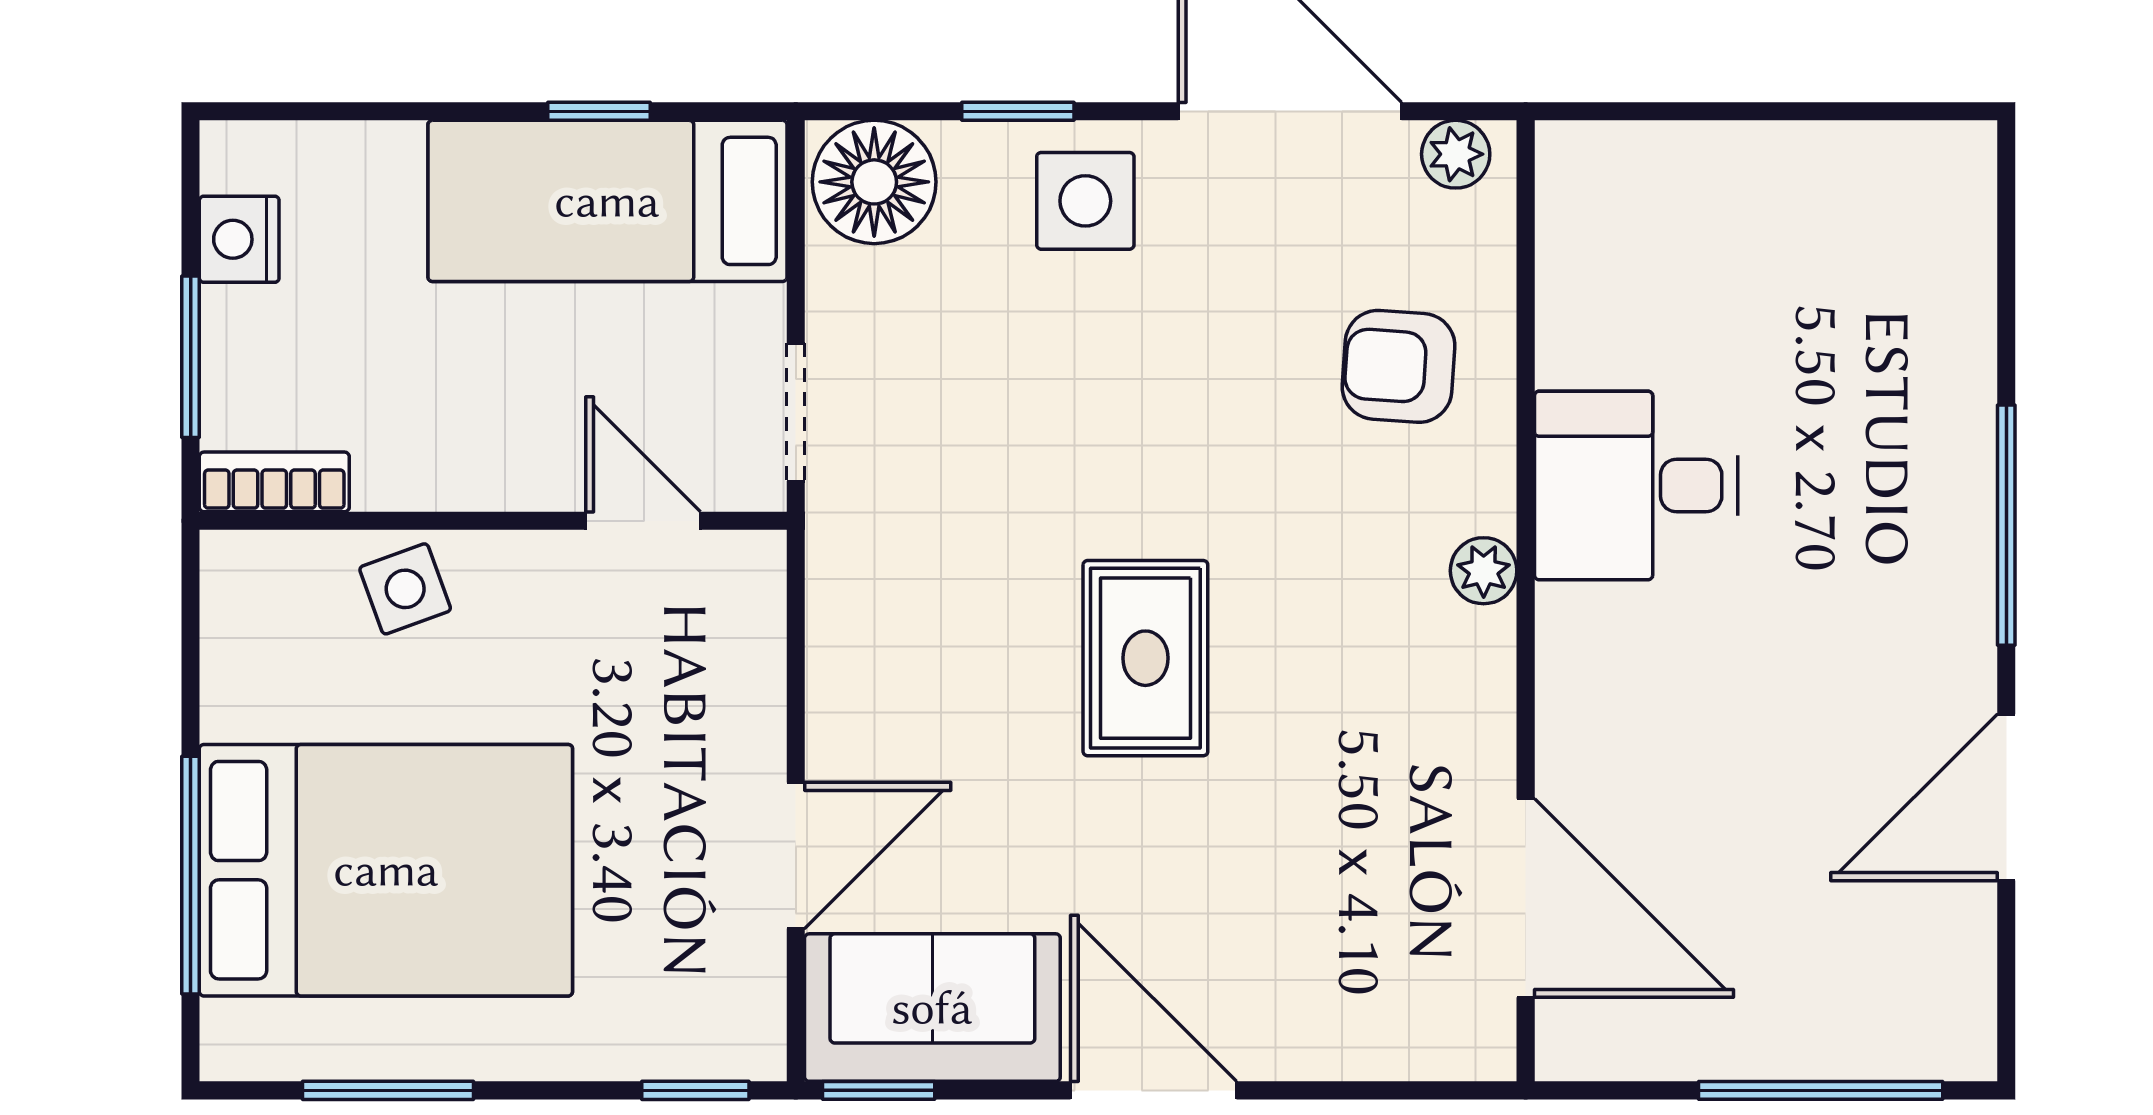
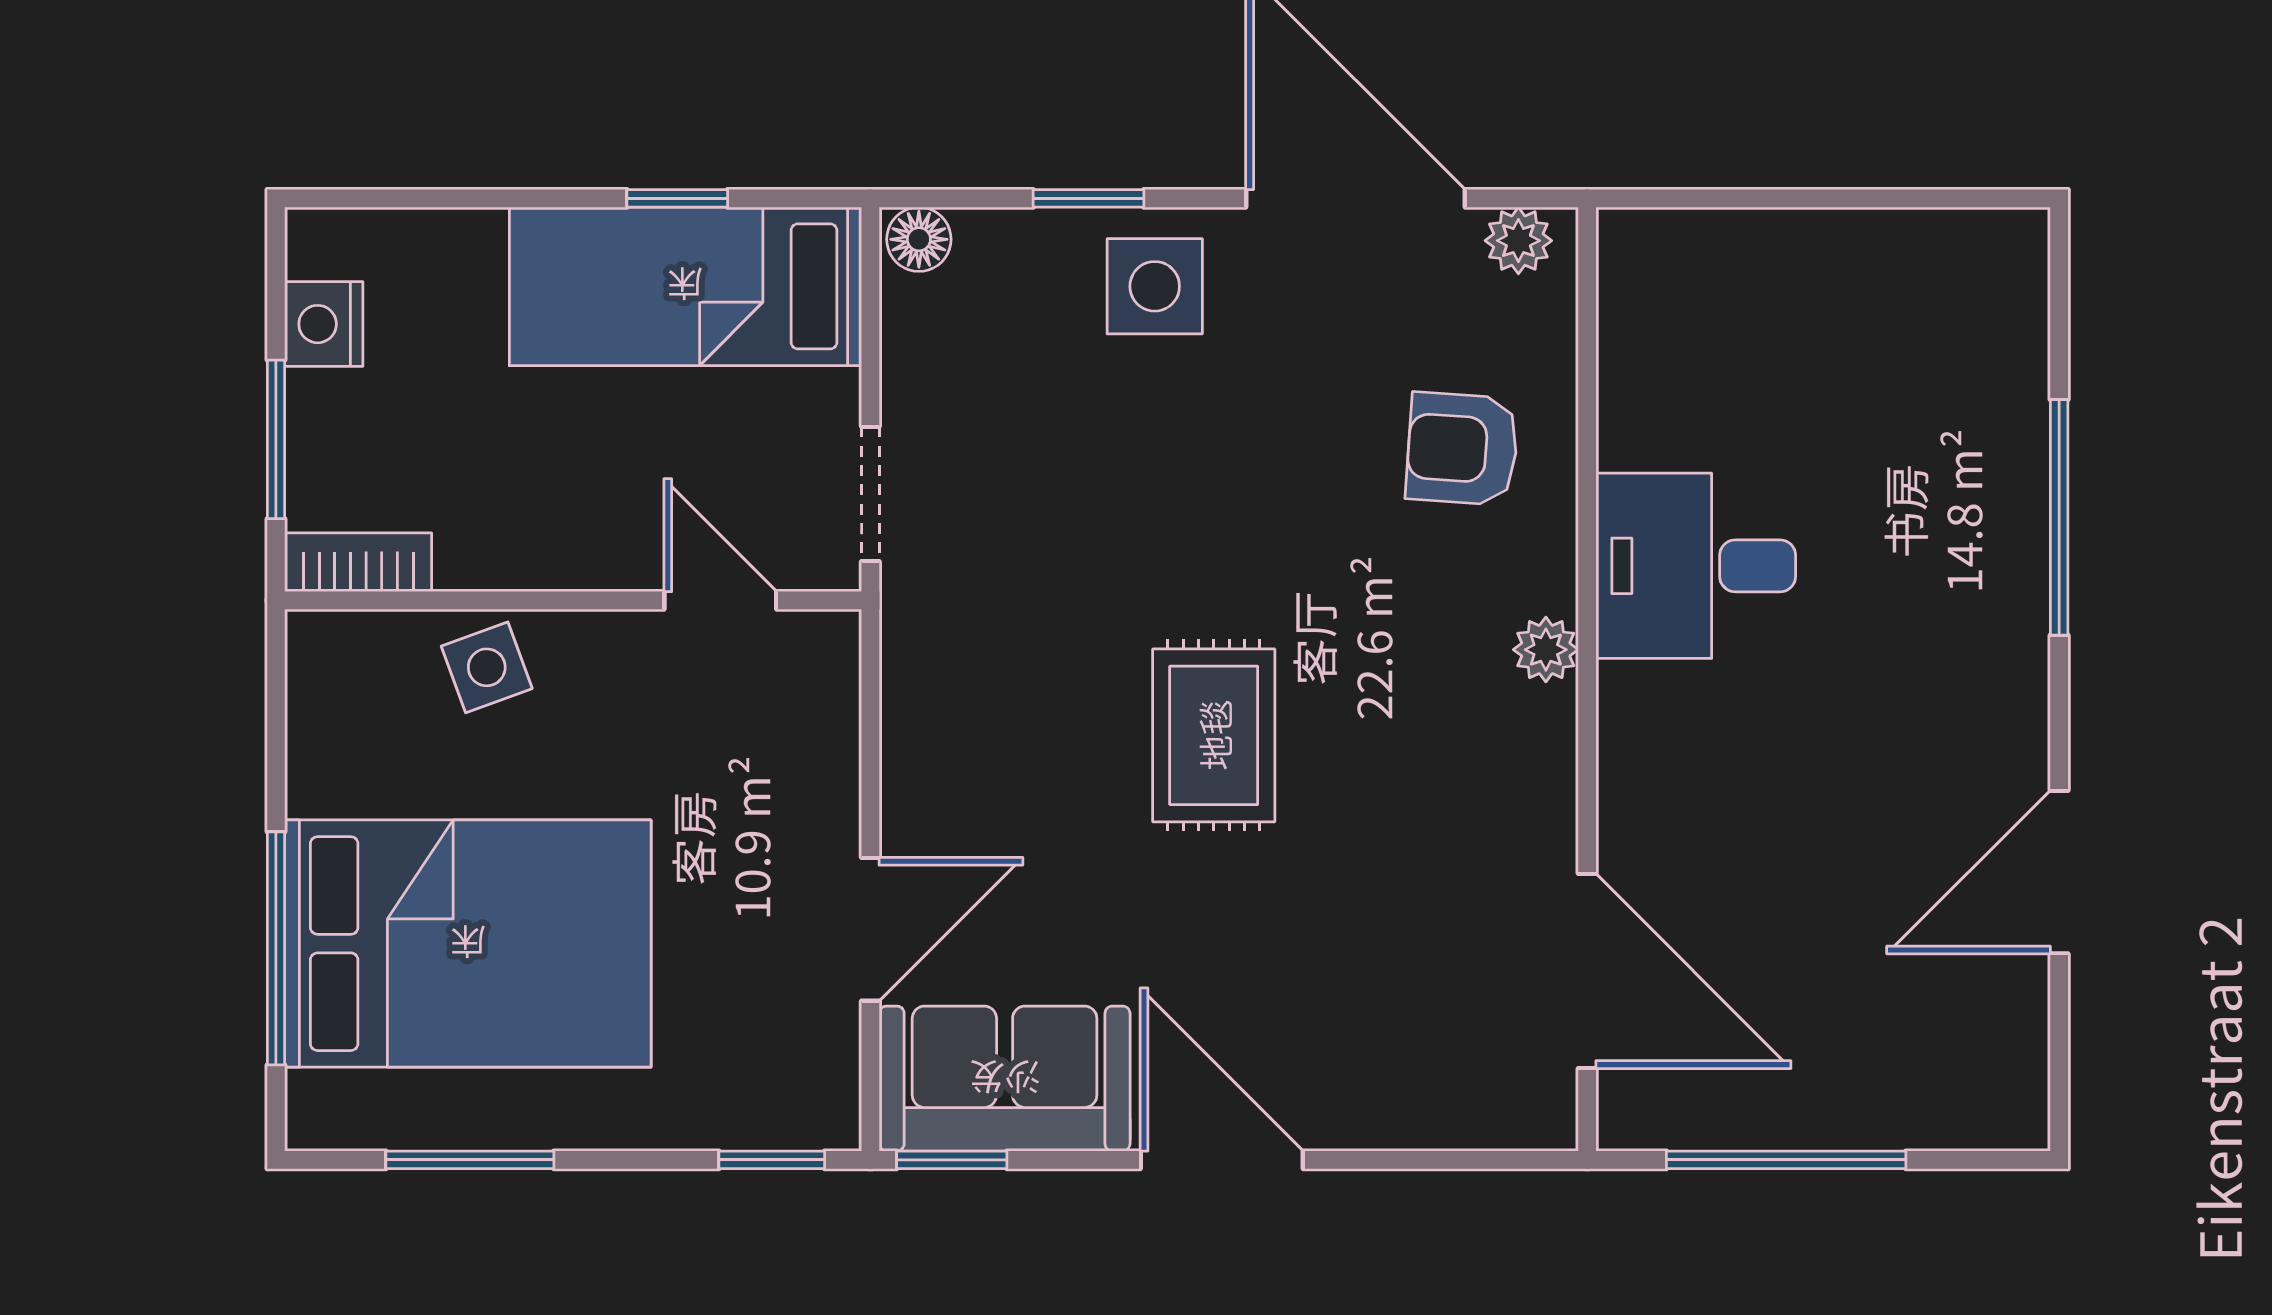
floor lamp: (874, 182) -> (919, 239), width x0.53, depth x0.53
window: (2006, 525) -> (2059, 517), moved
window: (1821, 1090) -> (1786, 1160), moved

